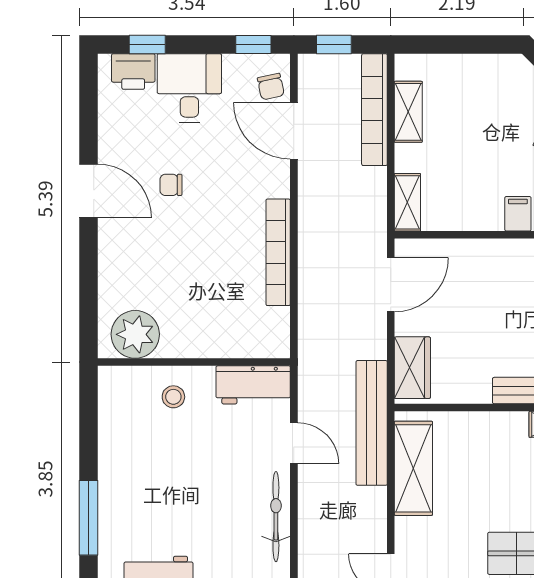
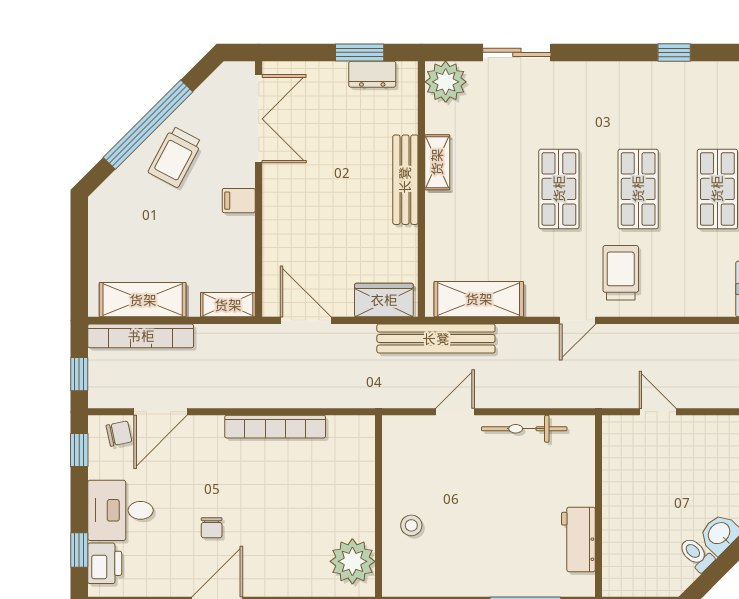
shelving: (408, 112) -> (143, 300), width x1.50, depth x1.33
workbench: (253, 385) -> (400, 450), removed

